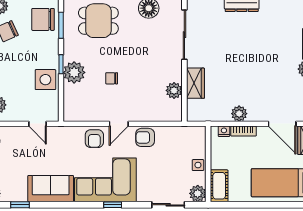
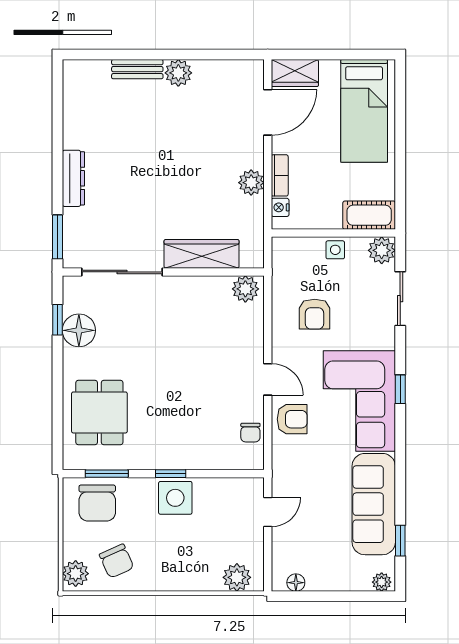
plant: (74, 72) -> (184, 452), removed
chair: (112, 78) -> (250, 433), moved
side table: (45, 80) -> (175, 498), moved
wardrobe: (195, 83) -> (202, 254), width x1.50
plant: (174, 90) -> (245, 289), moved
armchair: (145, 137) -> (315, 314), moved
sofa: (51, 189) -> (374, 504), width x1.36

